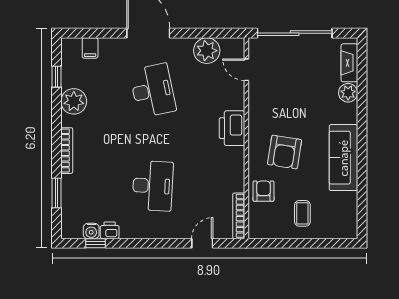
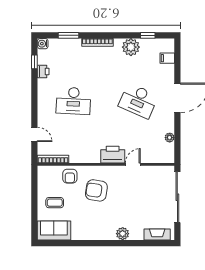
plant: (207, 51) -> (170, 138), width x0.53, depth x0.53
door: (246, 70) -> (133, 164), moved
desk: (153, 91) -> (138, 101), turned 36
plant: (348, 93) -> (123, 234), moved
sofa: (343, 158) -> (54, 231), moved, width x0.73
armchair: (263, 191) -> (70, 176), turned 90
water cooler: (91, 231) -> (43, 44), moved

